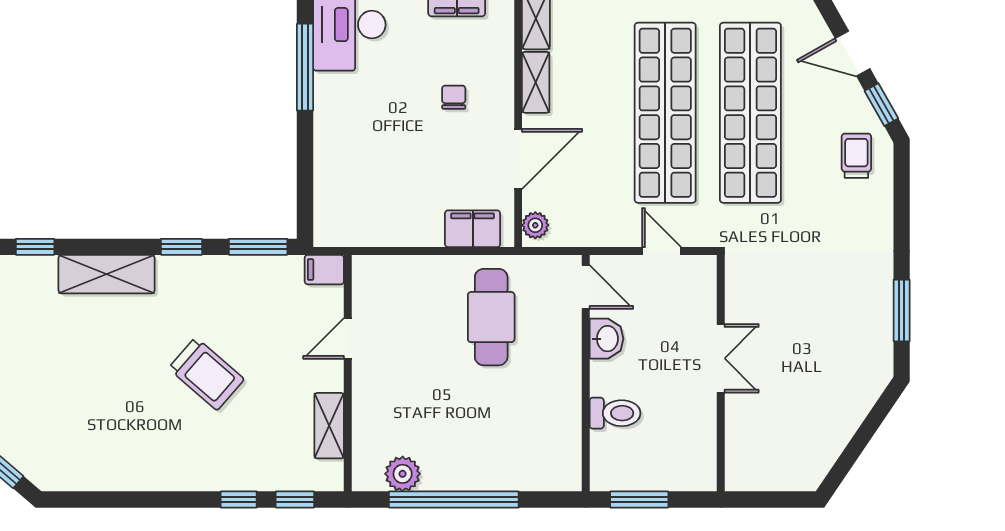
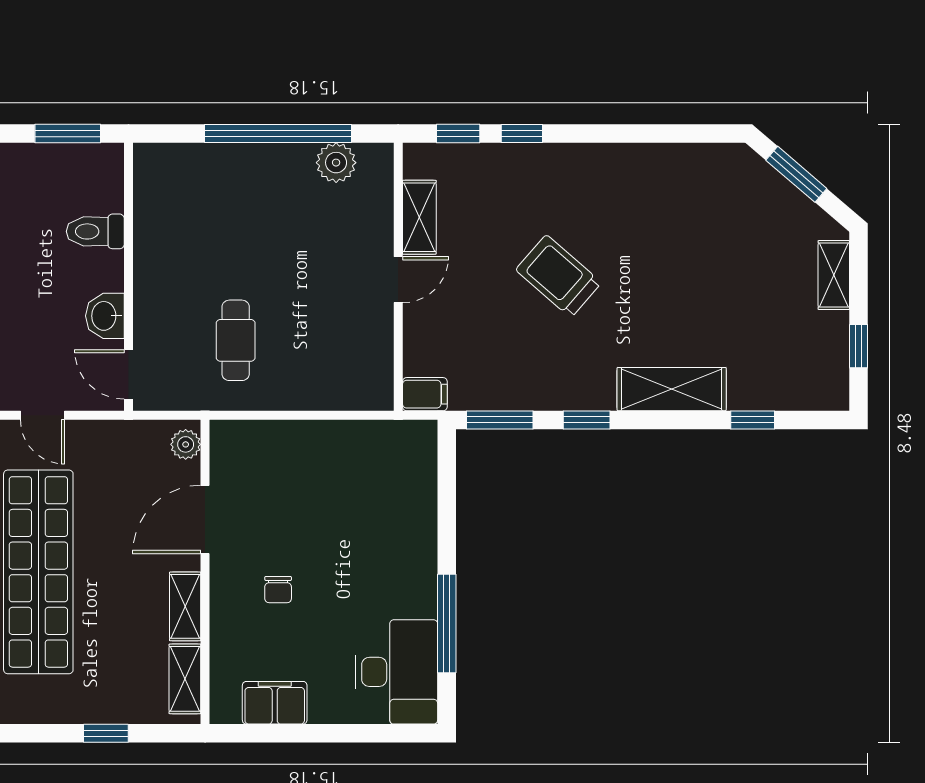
filing cabinet: (473, 229) -> (257, 440), removed
cafe table: (491, 317) -> (236, 340), width x0.73, depth x0.74
door: (348, 338) -> (398, 280), moved

